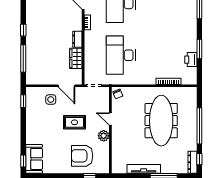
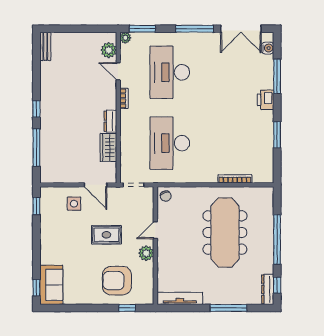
printer: (191, 60) -> (266, 100), moved
door: (110, 119) -> (155, 230), hinge flipped
tv unit: (144, 169) -> (180, 298), moved

